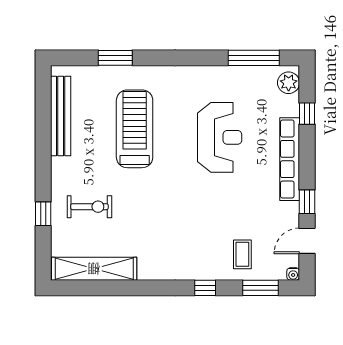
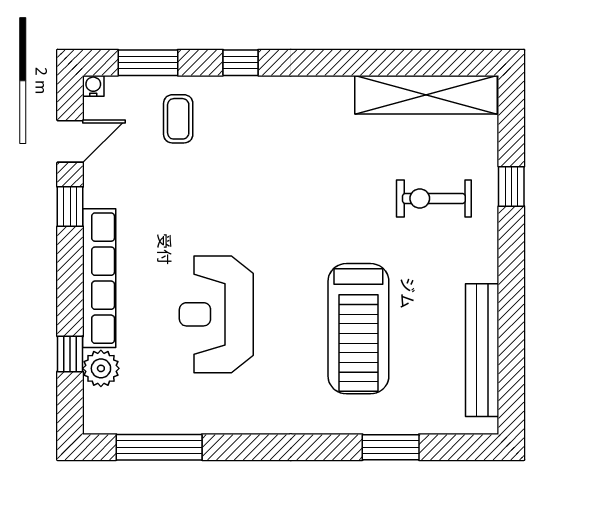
plant: (289, 83) -> (101, 368), moved

